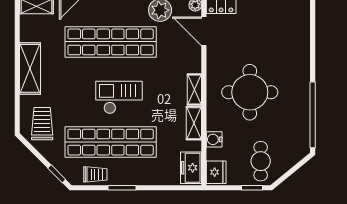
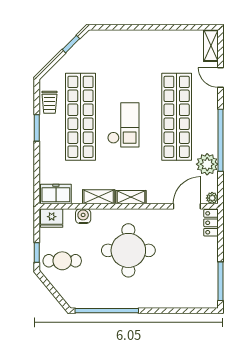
shelving: (30, 68) -> (151, 39), removed
trolley: (42, 124) -> (98, 51), removed
window: (57, 174) -> (71, 44), moved

